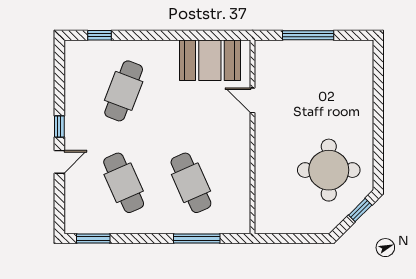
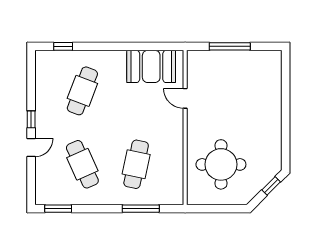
round table: (329, 170) -> (221, 164), moved
cafe table: (191, 183) -> (136, 164), turned 36

